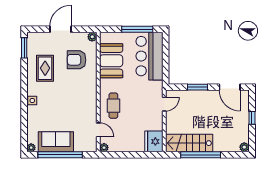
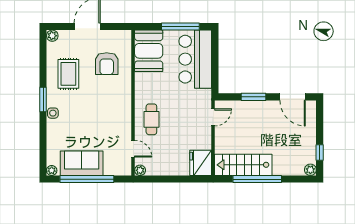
plant: (92, 37) -> (52, 36), moved
window: (24, 48) -> (43, 100), moved
armchair: (77, 60) -> (107, 64), turned -90
booth: (111, 61) -> (149, 51), moved
window: (252, 118) -> (320, 153), moved

